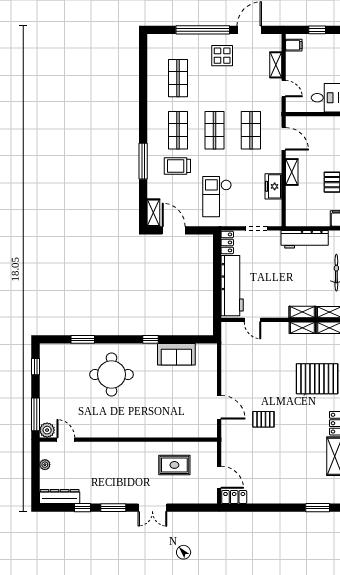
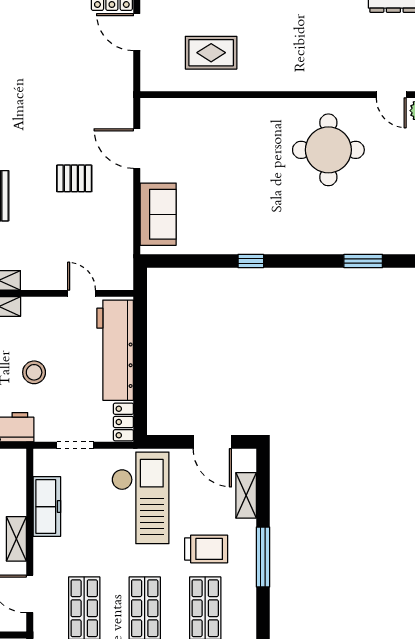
freezer: (273, 186) -> (47, 507), width x1.40
checkout: (217, 197) -> (140, 498), width x1.36, depth x1.21
shelving: (153, 213) -> (246, 495), moved
stool: (281, 272) -> (34, 372), added
sofa: (176, 354) -> (158, 214), moved, turned 90
round table: (111, 374) -> (328, 150), moved
pallet: (263, 419) -> (74, 178), moved

